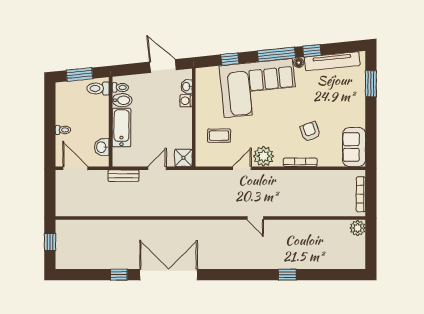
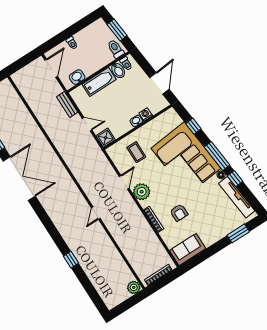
washbasin: (187, 87) -> (136, 121), moved
armchair: (310, 131) -> (179, 213), turned 109
door: (242, 168) -> (124, 182), hinge flipped

